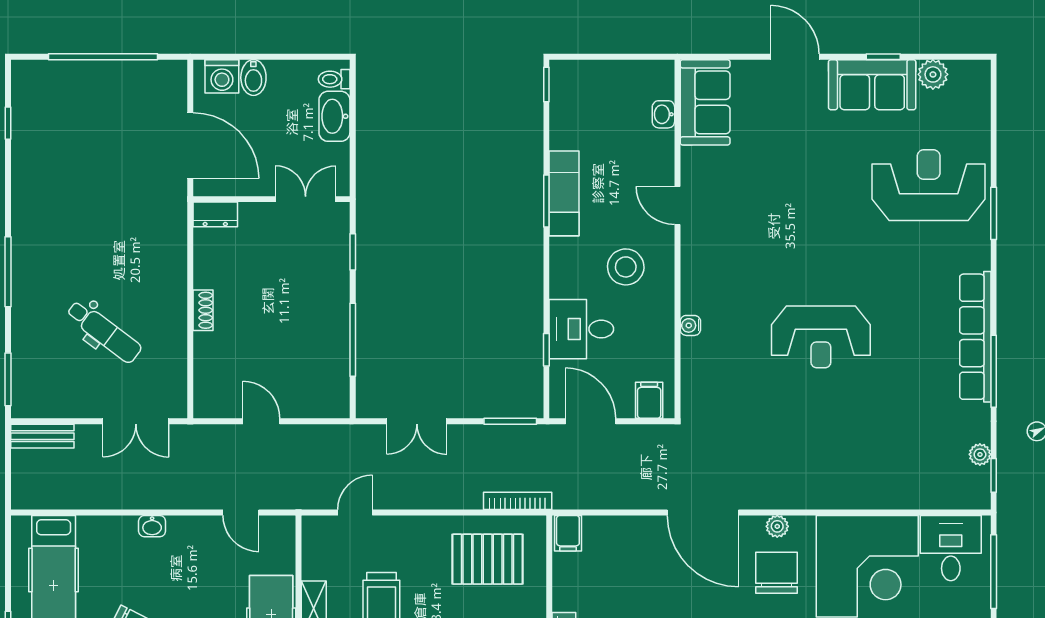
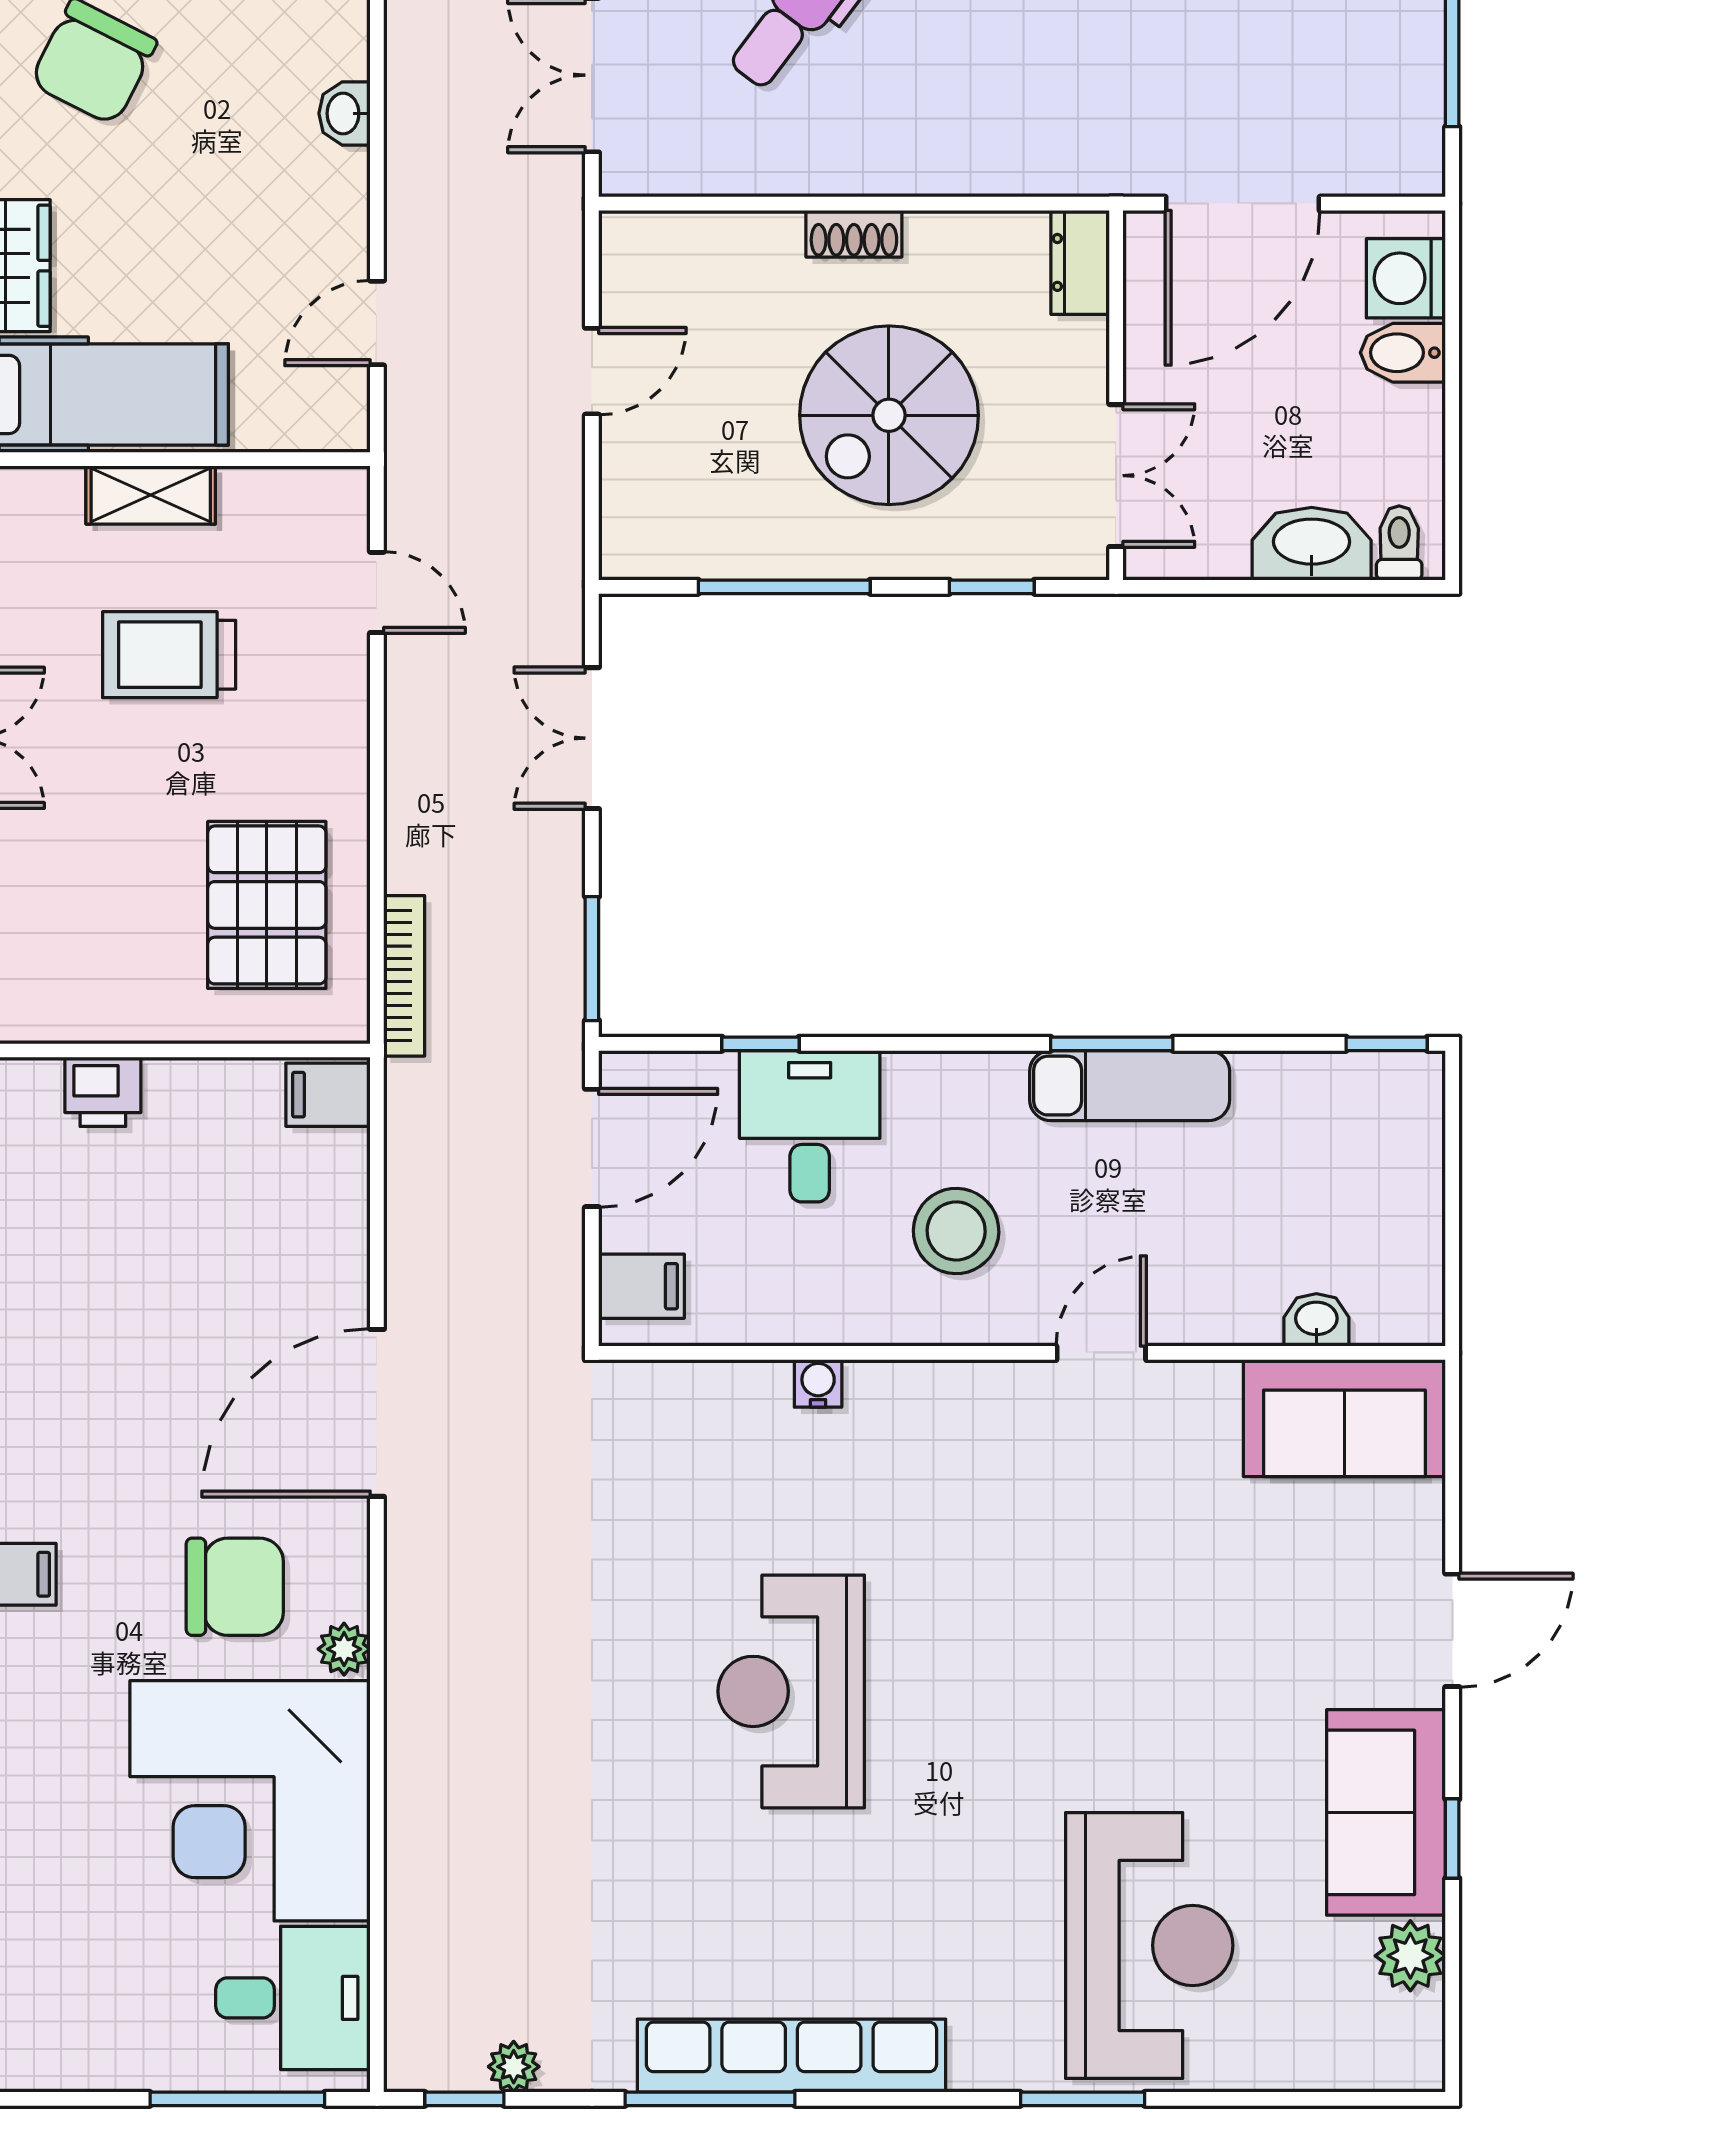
spiral stairs: (280, 295) -> (889, 415), added
plant: (777, 526) -> (344, 1649), moved

